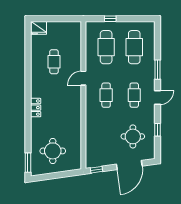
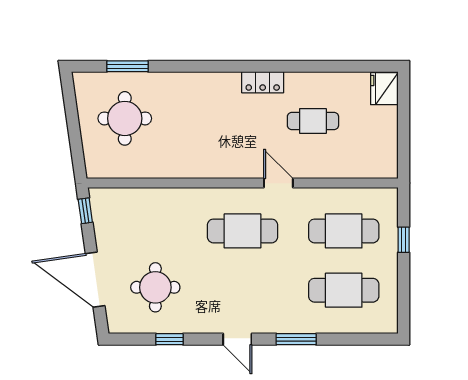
cafe table: (106, 95) -> (243, 231), width x1.37, depth x1.35
cafe table: (134, 95) -> (243, 290), removed
locker: (36, 108) -> (263, 82), moved
window: (28, 163) -> (127, 66), moved

